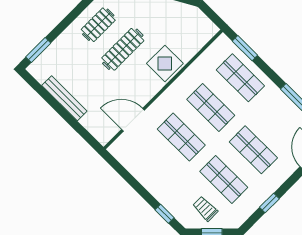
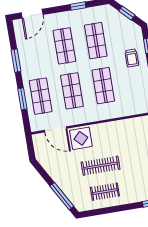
window: (245, 48) -> (22, 99), moved
door: (133, 120) -> (56, 129), moved
trolley: (205, 209) -> (132, 58), moved

